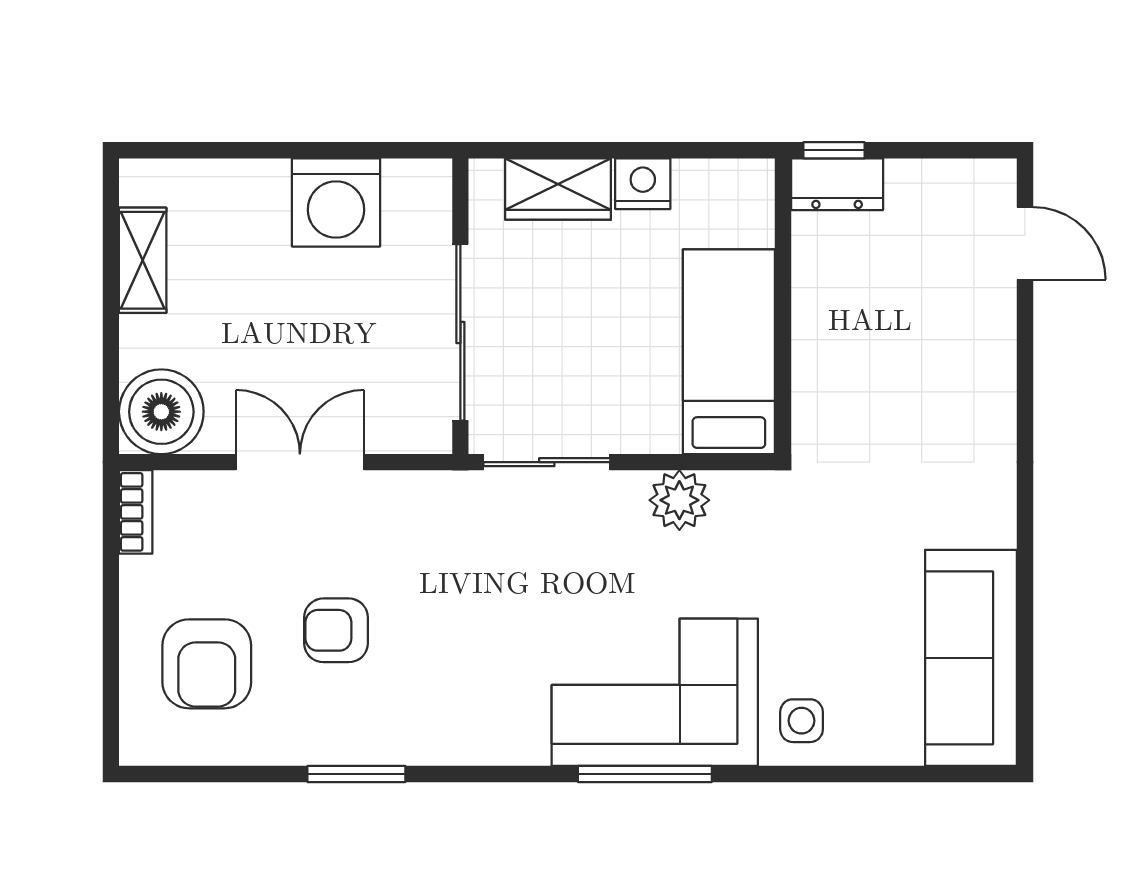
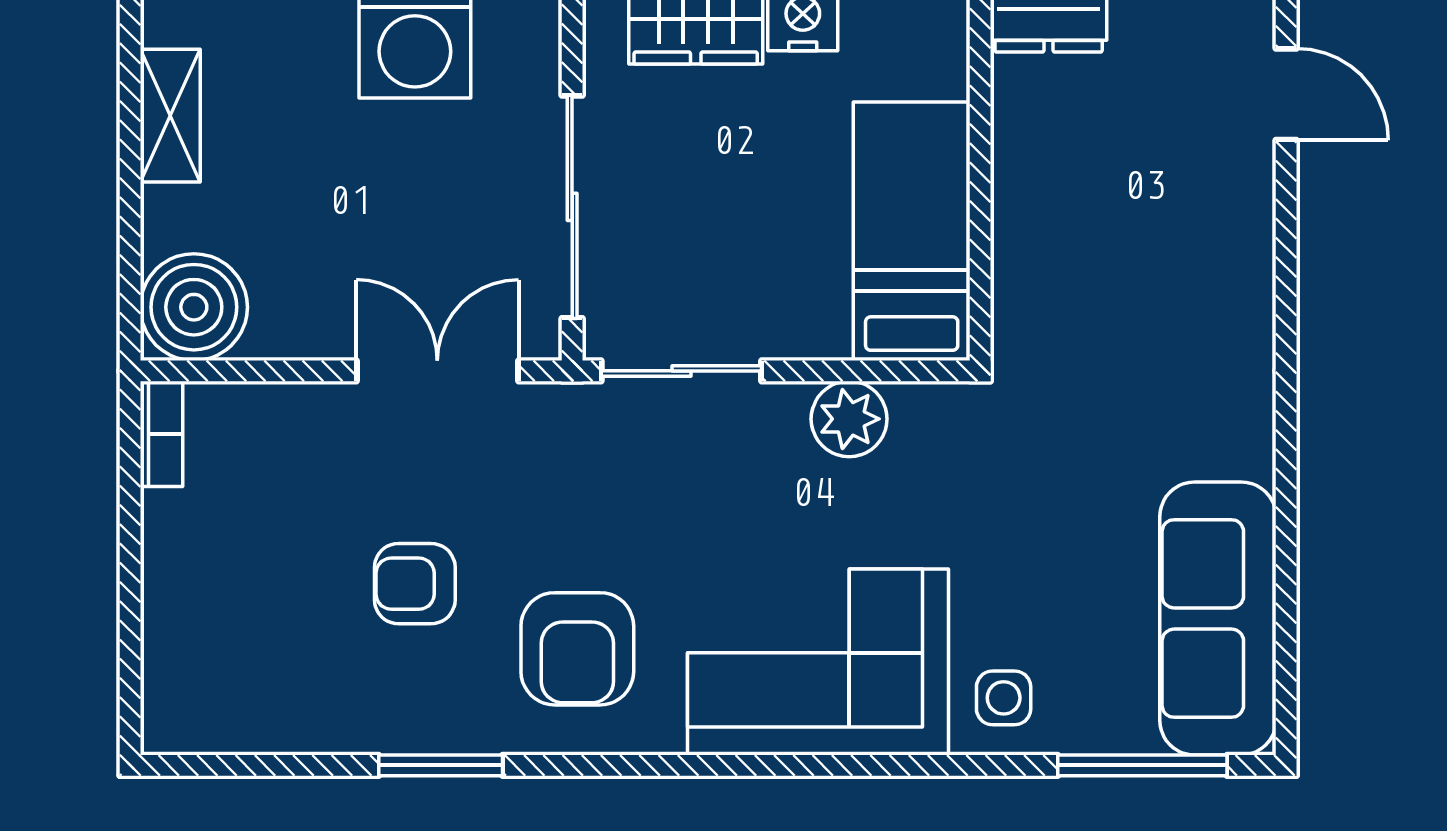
double door: (300, 462) -> (437, 371), moved
armchair: (207, 664) -> (577, 649), moved
window: (645, 774) -> (1142, 765), moved

